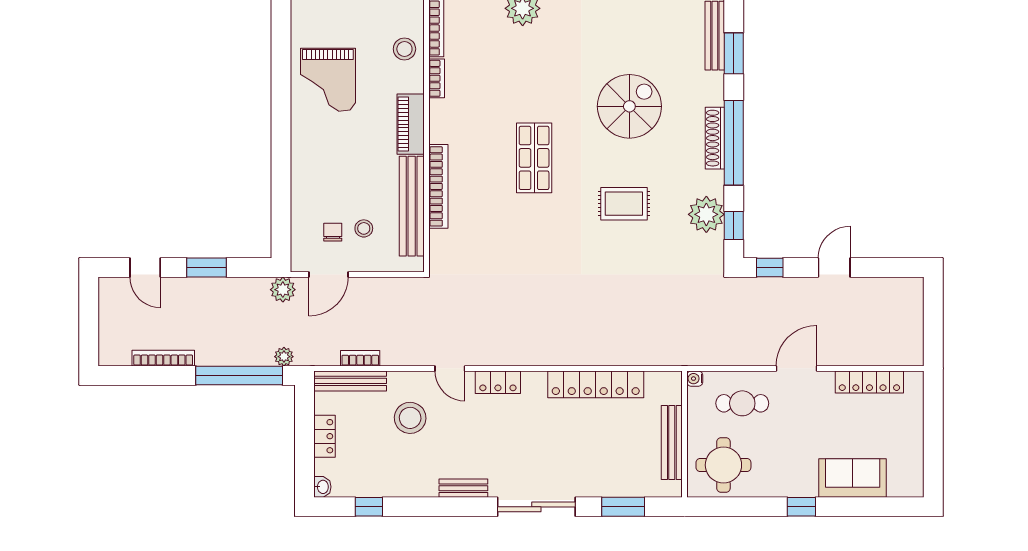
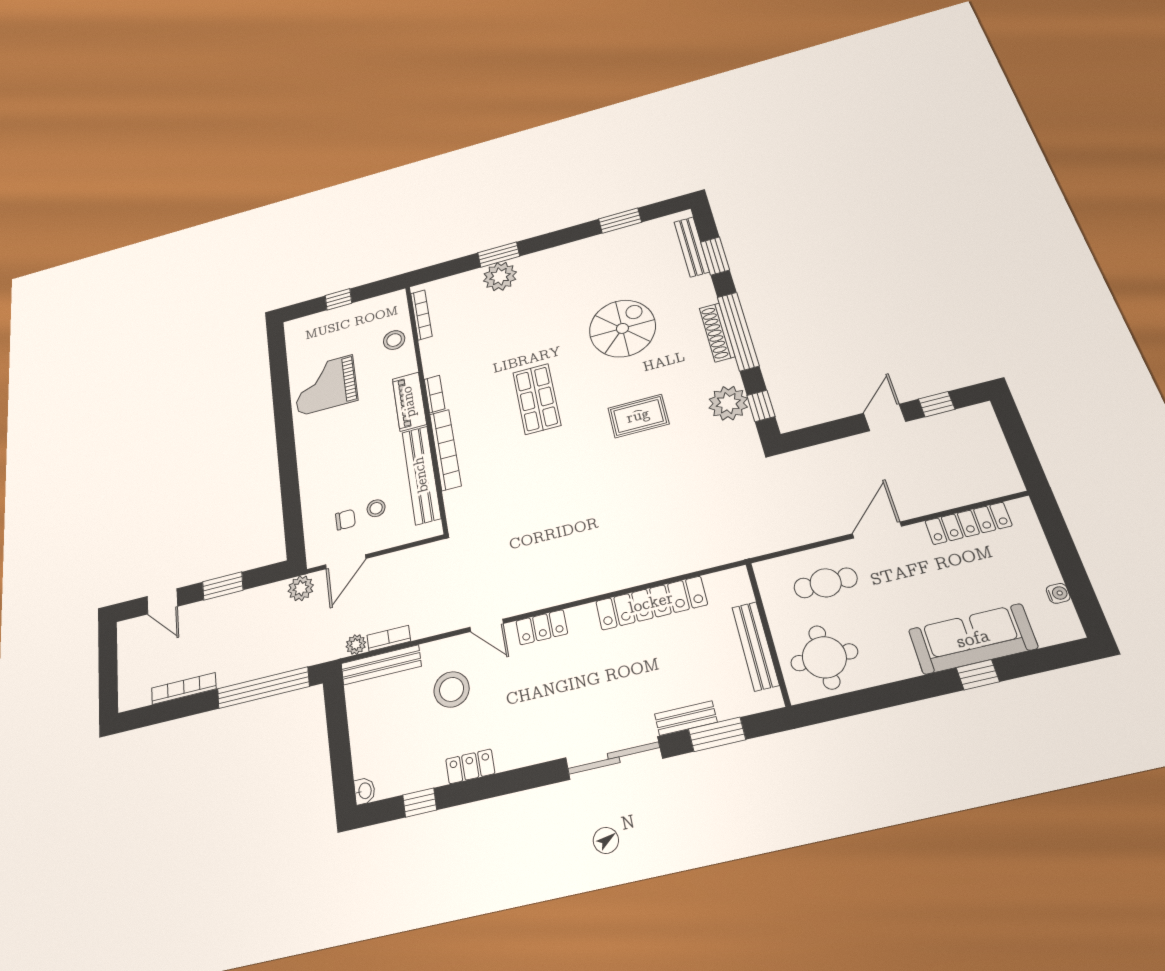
bookcase: (437, 78) -> (435, 394), moved
grand piano: (328, 80) -> (325, 385), turned 90
chair: (333, 232) -> (345, 520), turned 90
window: (770, 268) -> (937, 404), moved
plant: (284, 357) -> (356, 645), moved
water cooler: (695, 379) -> (1058, 593), moved, turned 180
locker: (325, 436) -> (470, 766), moved, turned -90
sofa: (853, 478) -> (973, 639), width x1.36
bench: (463, 488) -> (686, 718), moved
window: (801, 507) -> (978, 675), moved

